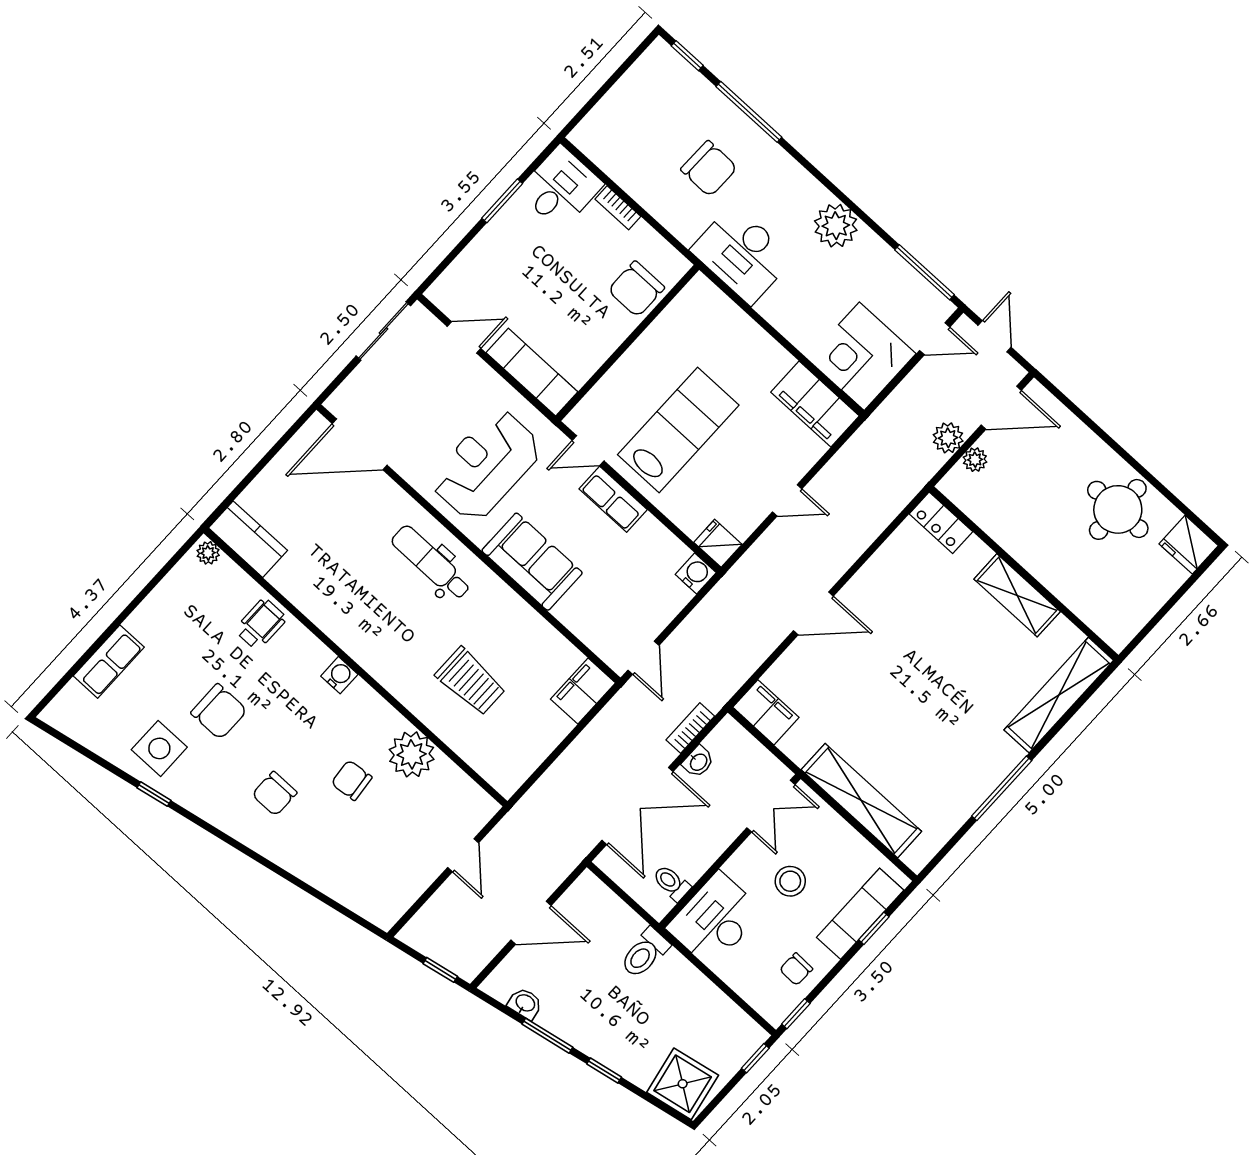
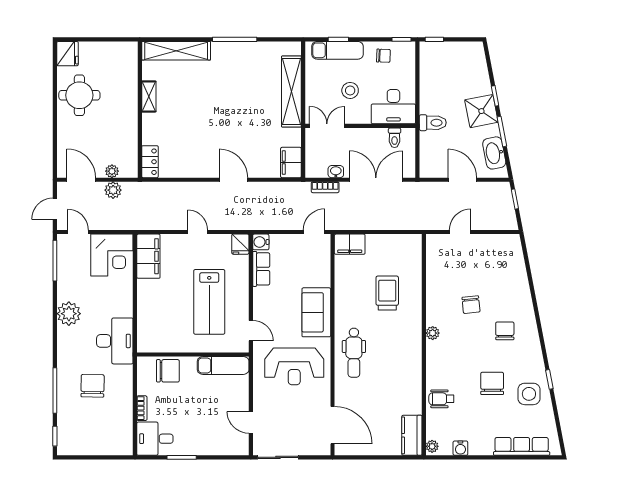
exam couch: (532, 372) -> (223, 365), moved, turned -90
lab bench: (678, 430) -> (209, 302), turned -90
row of seats: (613, 499) -> (261, 269), moved
shelving: (1017, 595) -> (149, 96), width x0.67, depth x0.75
row of seats: (109, 662) -> (522, 446), width x1.48
water cooler: (339, 675) -> (460, 448), moved, turned -90
plant: (412, 754) -> (433, 333), moved, width x0.53, depth x0.53
chair: (274, 794) -> (505, 331), turned -90
washbasin: (525, 1004) -> (494, 153), width x1.91, depth x1.45
shower: (683, 1084) -> (481, 111), moved

